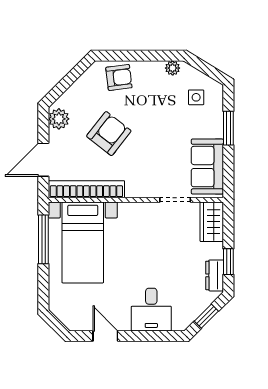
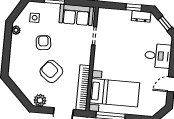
armchair: (119, 78) -> (43, 43), moved
wardrobe: (212, 222) -> (109, 15), removed

